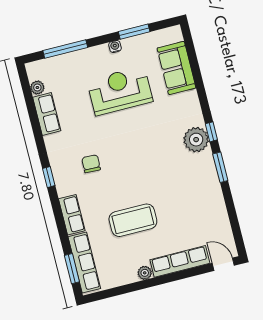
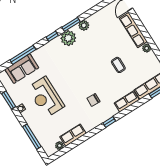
window: (197, 77) -> (23, 55), added
plant: (196, 140) -> (68, 38), moved
plant: (212, 187) -> (84, 25), added
coffee table: (133, 220) -> (118, 65), width x0.54, depth x0.58

